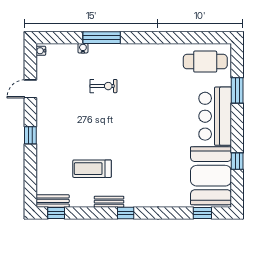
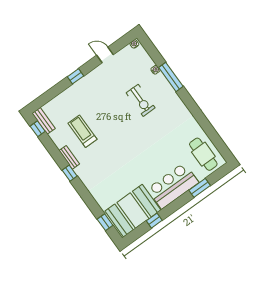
exercise bike: (103, 86) -> (141, 100), width x1.38, depth x1.39

